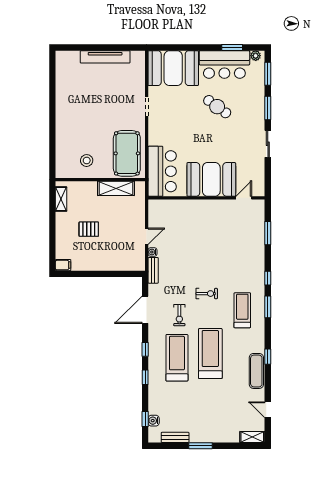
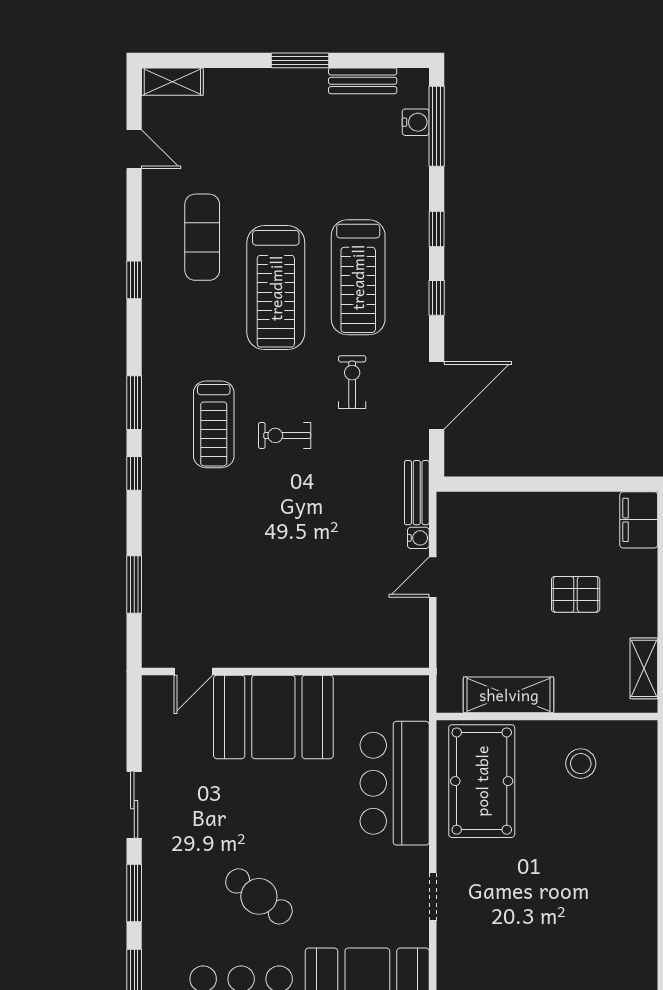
bar counter: (162, 171) -> (395, 783), moved
filing cabinet: (63, 265) -> (639, 520), width x2.00
treadmill: (242, 310) -> (214, 424), moved
exercise mat: (256, 371) -> (202, 237), moved
window: (145, 419) -> (437, 126), width x2.17

